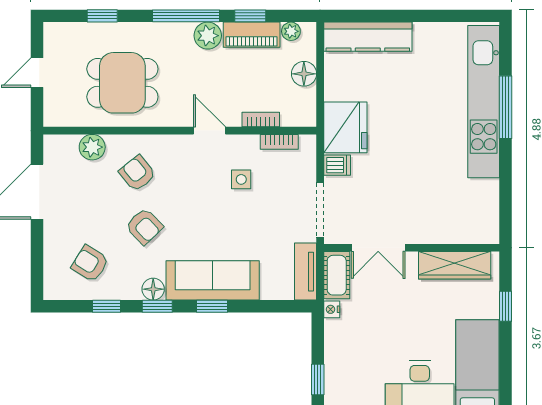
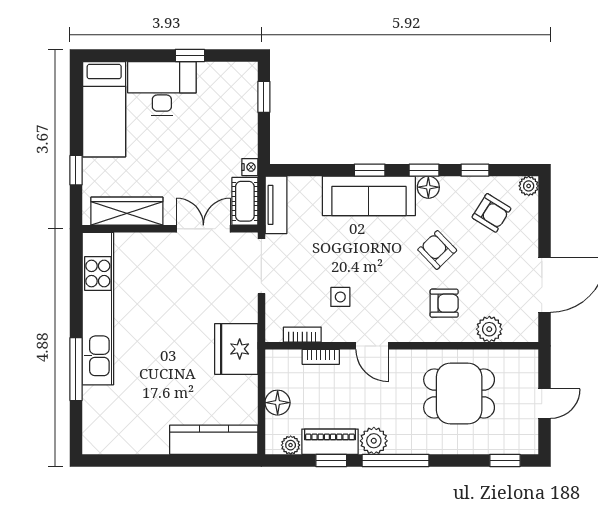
window: (102, 16) -> (505, 460), moved
kitchen unit: (484, 102) -> (98, 309), moved
dishwasher: (337, 165) -> (244, 311), removed
armchair: (137, 173) -> (444, 303), turned -51
plant: (53, 290) -> (529, 186), added

